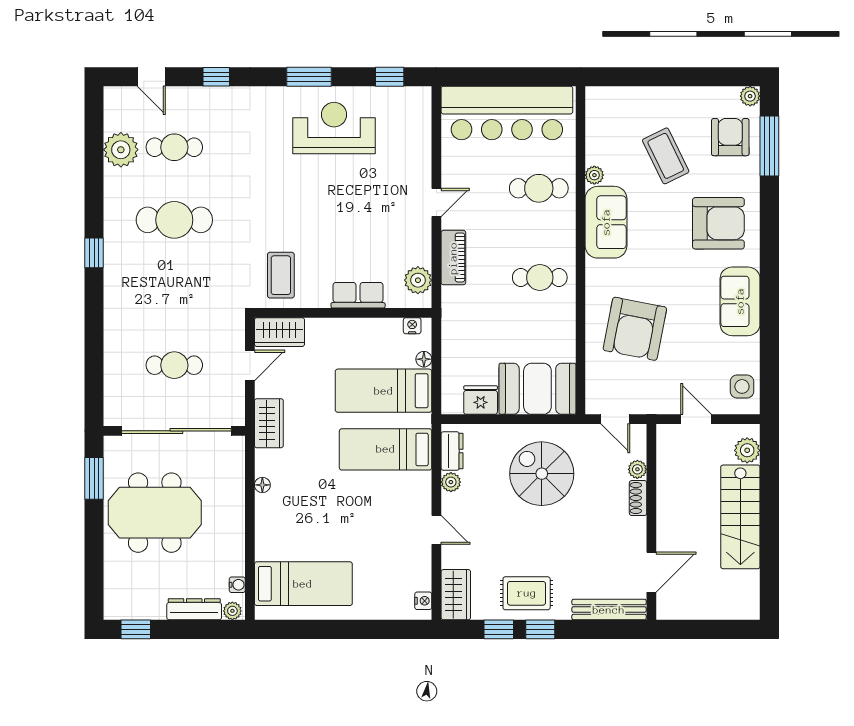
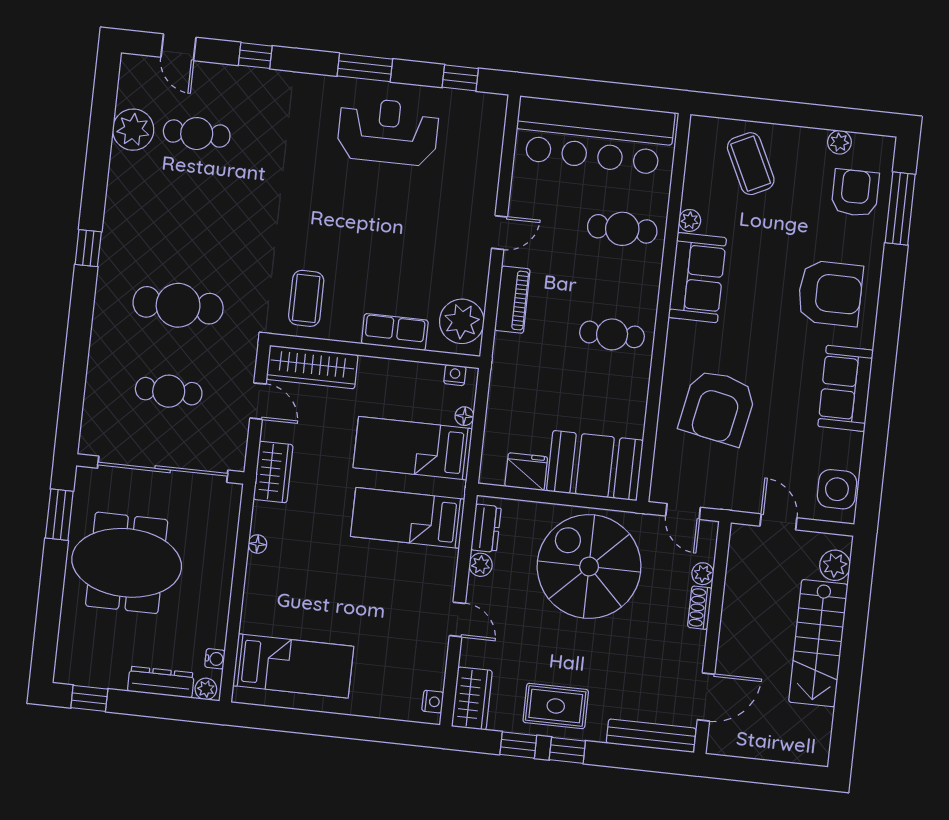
plant: (750, 96) -> (839, 142), moved
coffee table: (666, 156) -> (751, 164), moved
cafe table: (174, 220) -> (178, 305), moved
plant: (418, 280) -> (462, 321), width x1.36, depth x1.36
wardrobe: (280, 332) -> (312, 367), width x1.50
door: (250, 365) -> (258, 401), hinge flipped
side table: (742, 386) -> (837, 489), width x1.37, depth x1.37
spiral stairs: (542, 474) -> (589, 567), width x1.37, depth x1.37

